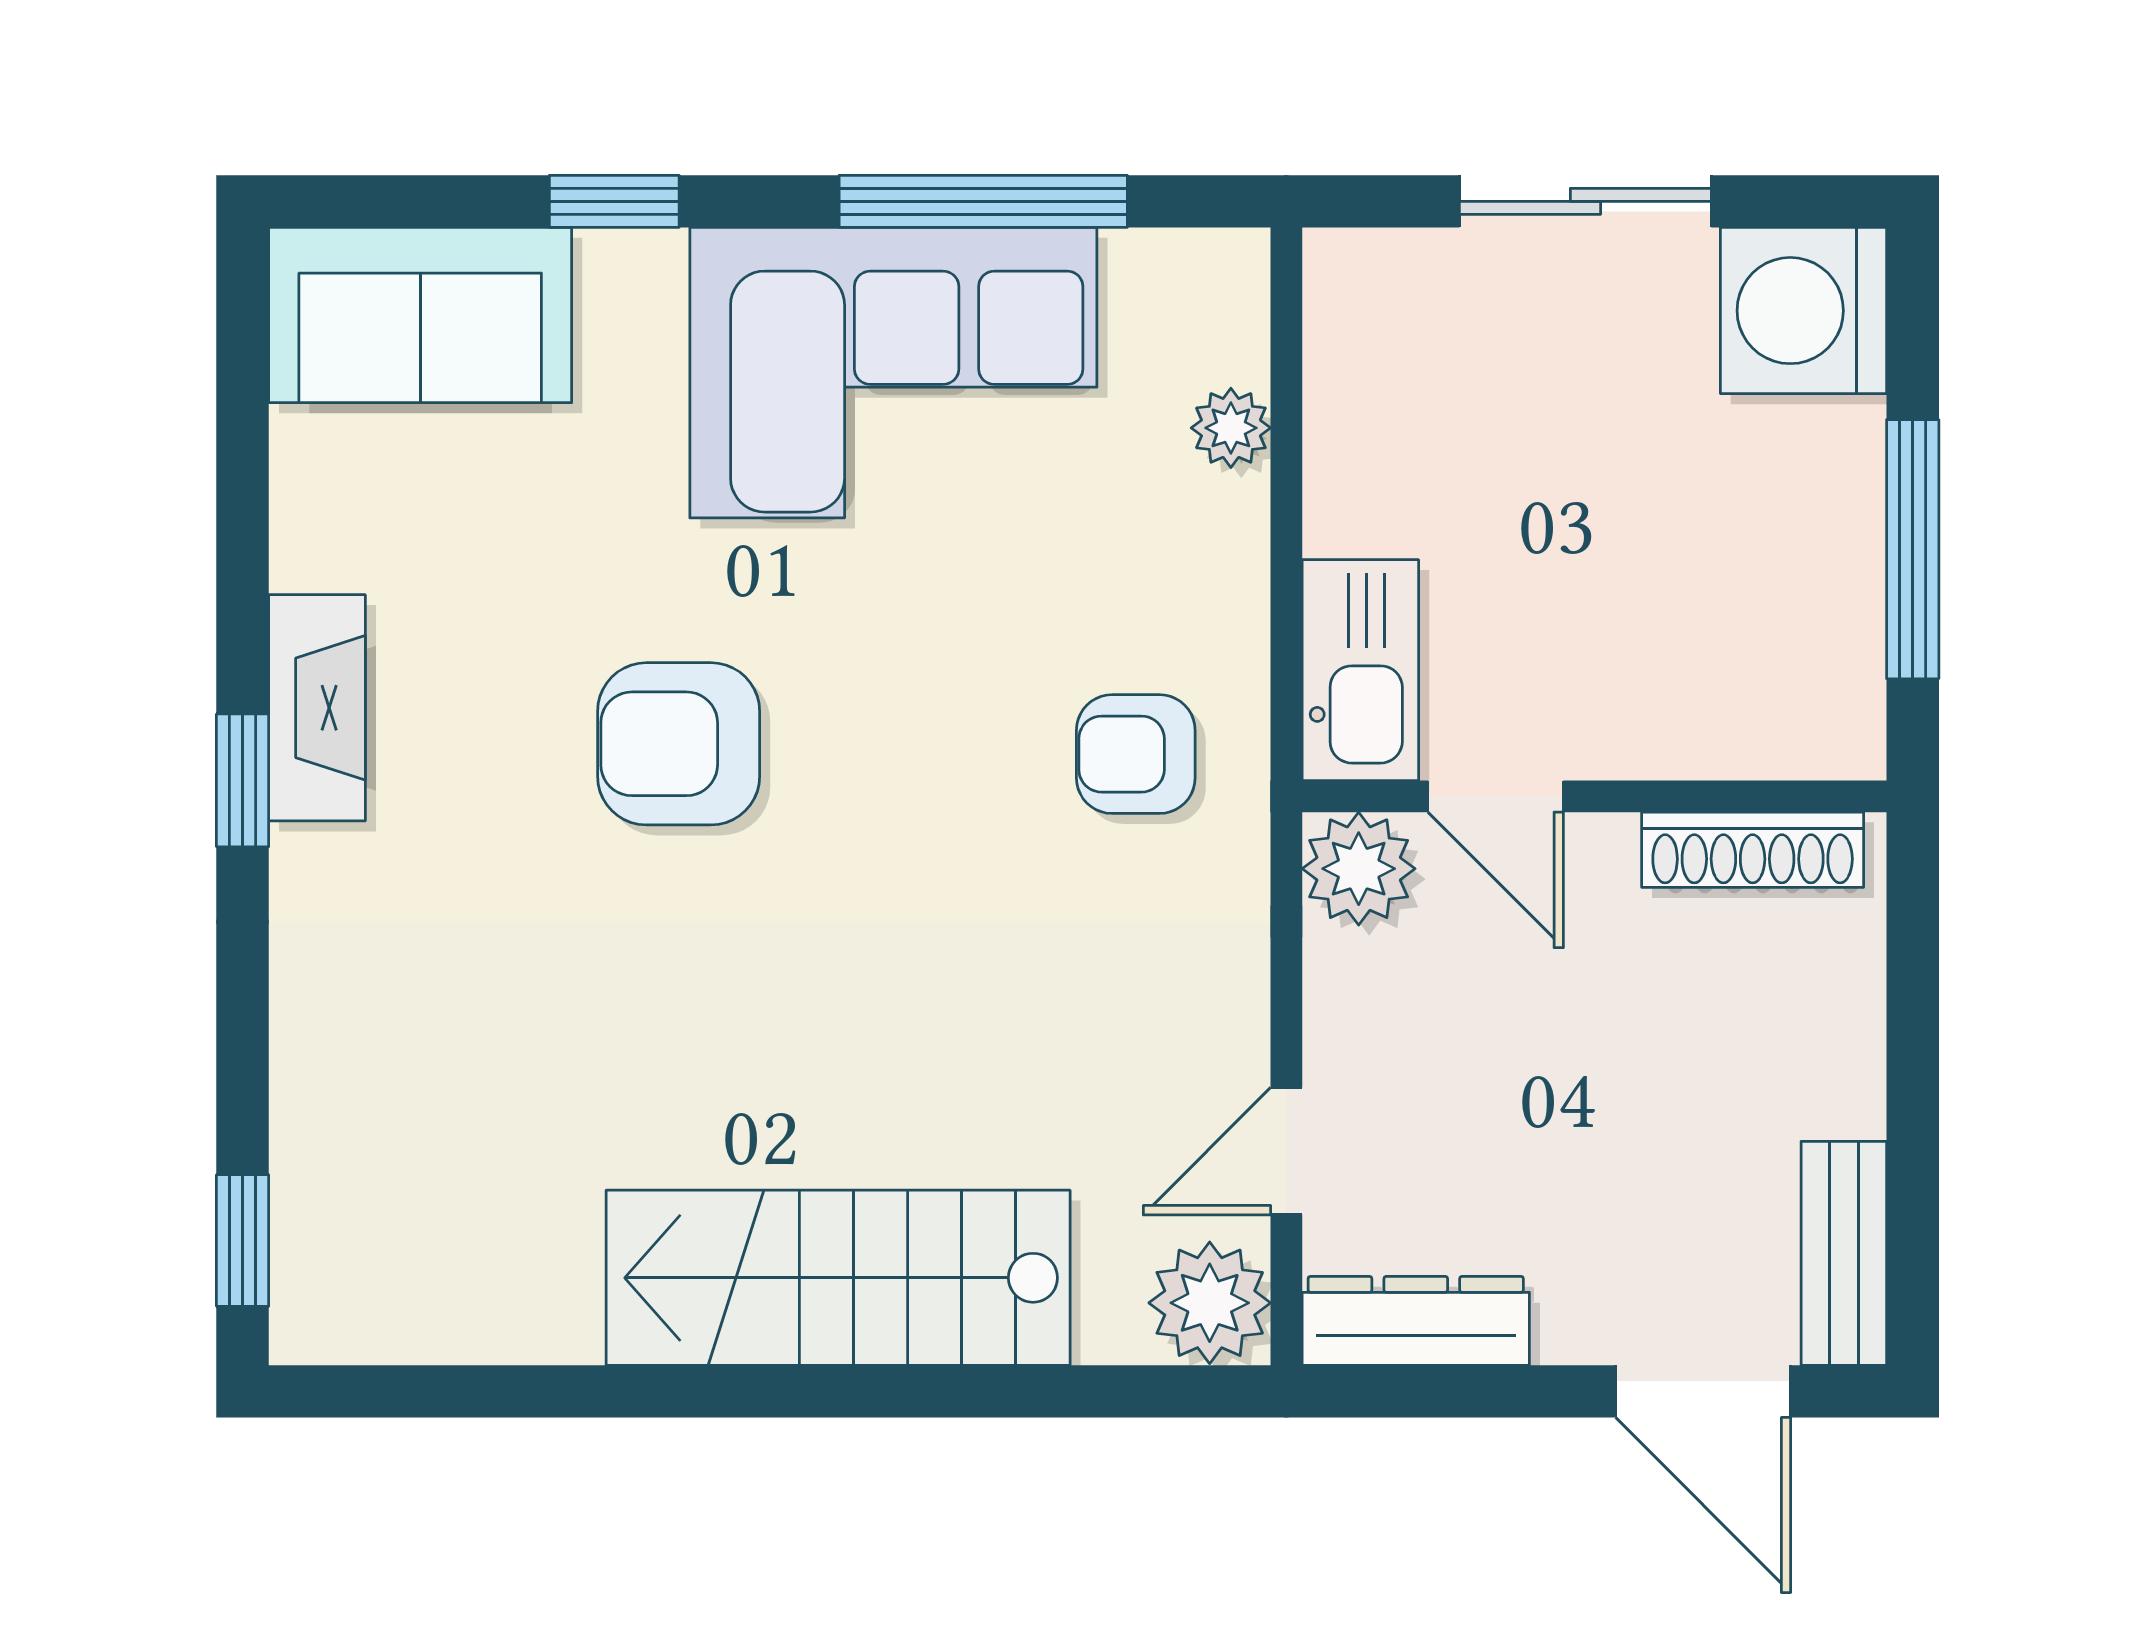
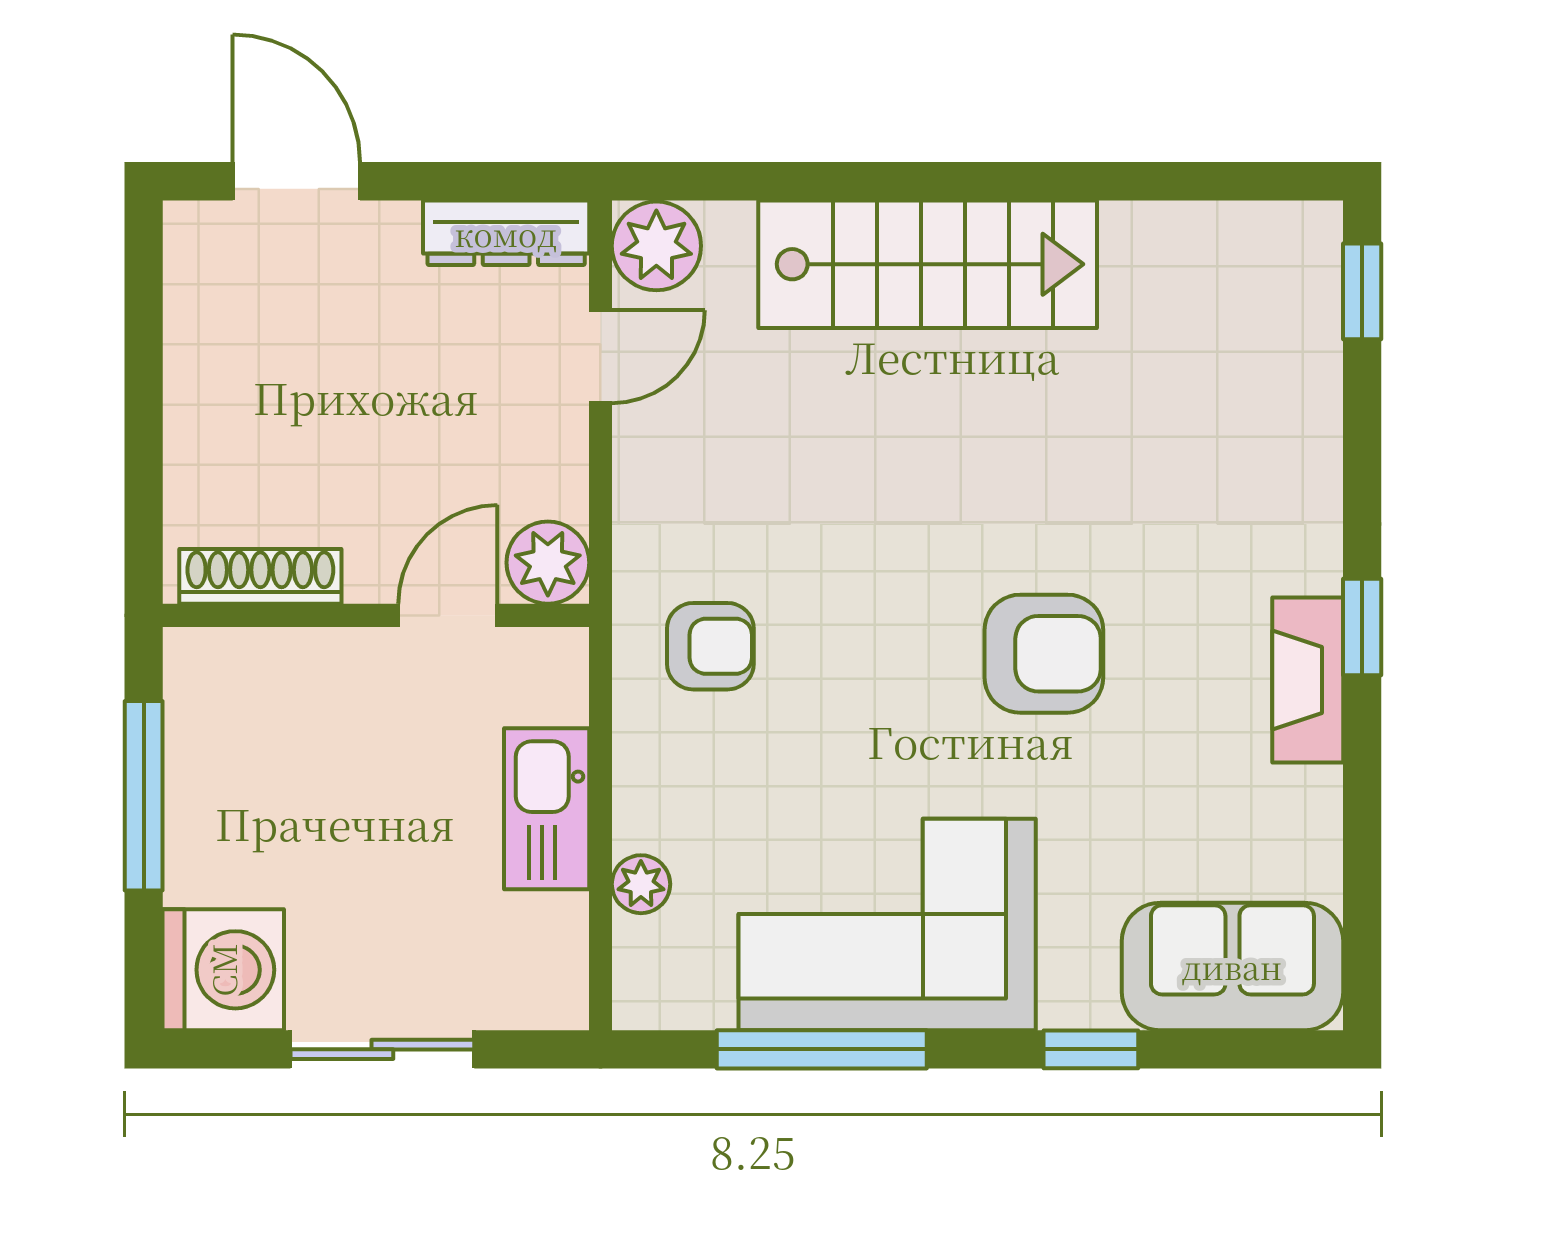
kitchen sink: (1360, 670) -> (547, 809), moved
door: (1496, 796) -> (448, 615), hinge flipped
bench: (1844, 1253) -> (194, 282), removed

